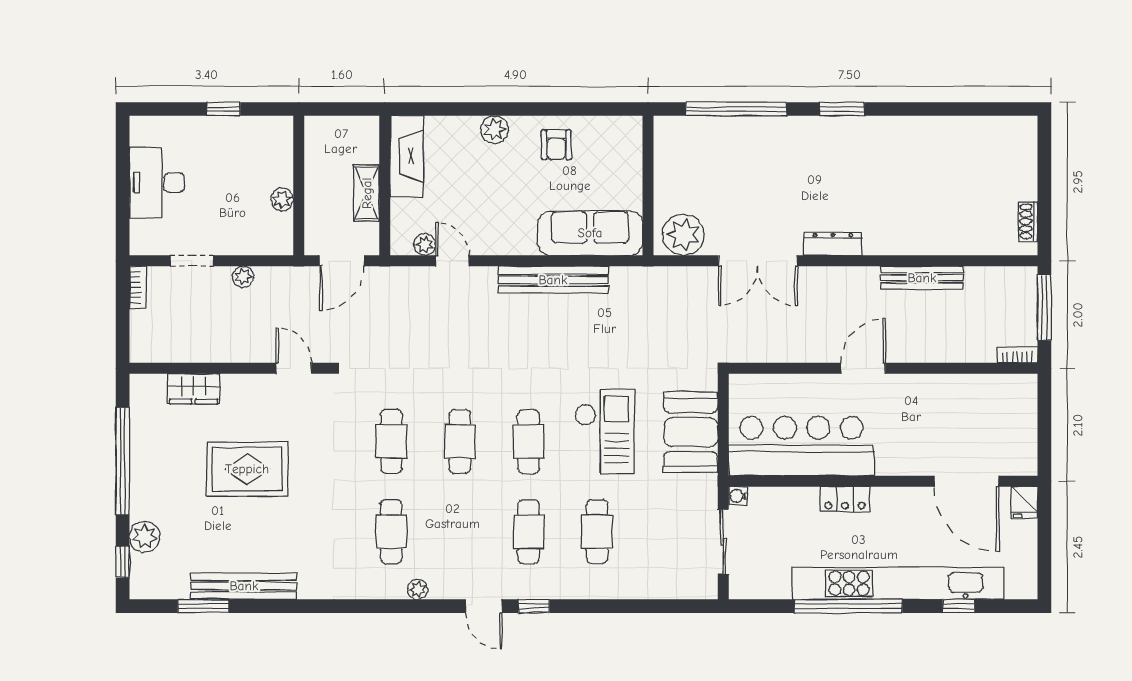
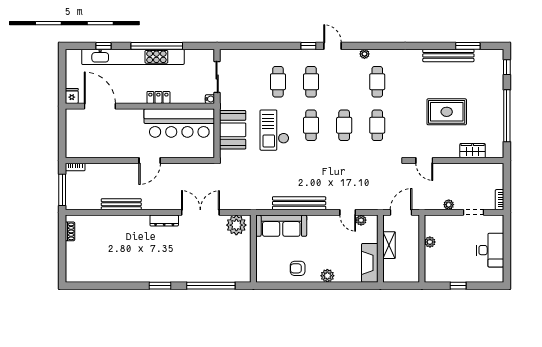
armchair: (556, 145) -> (298, 268), turned -90
plant: (145, 537) -> (496, 79), removed

